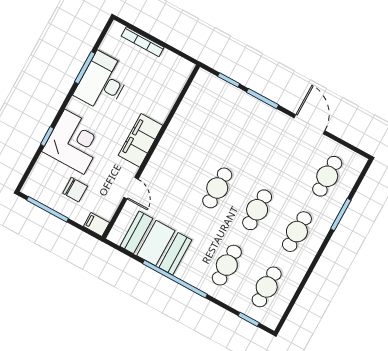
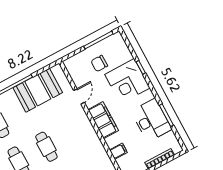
door: (131, 188) -> (79, 96), swing flipped
filing cabinet: (96, 224) -> (118, 151), moved

